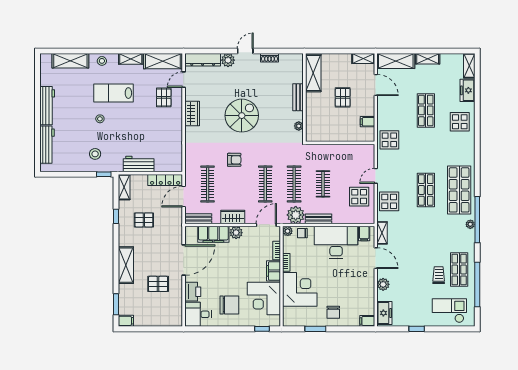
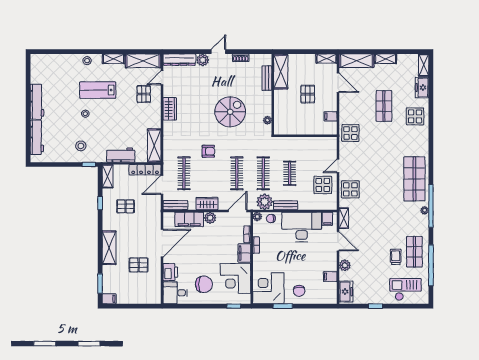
shelving: (70, 61) -> (154, 146), moved, turned 90
bench: (298, 97) -> (267, 78), moved
spiral stairs: (242, 116) -> (230, 112), moved
shop shelf: (426, 190) -> (384, 179), removed
corner desk: (300, 289) -> (268, 288), moved, turned -90
filing cabinet: (367, 321) -> (330, 277), moved

